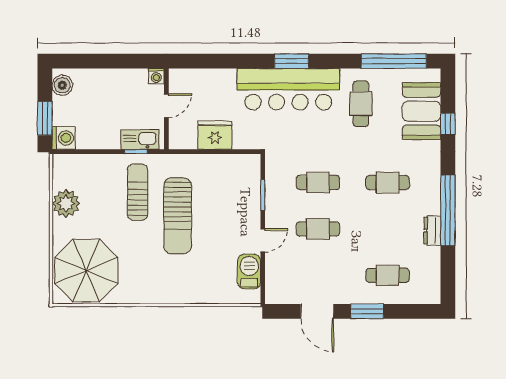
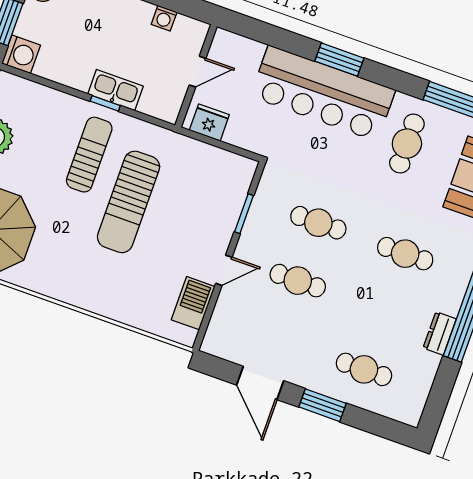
door: (166, 106) -> (197, 72), moved
wall: (166, 109) -> (196, 76), moved
fridge: (215, 135) -> (209, 123), width x0.73, depth x0.75

